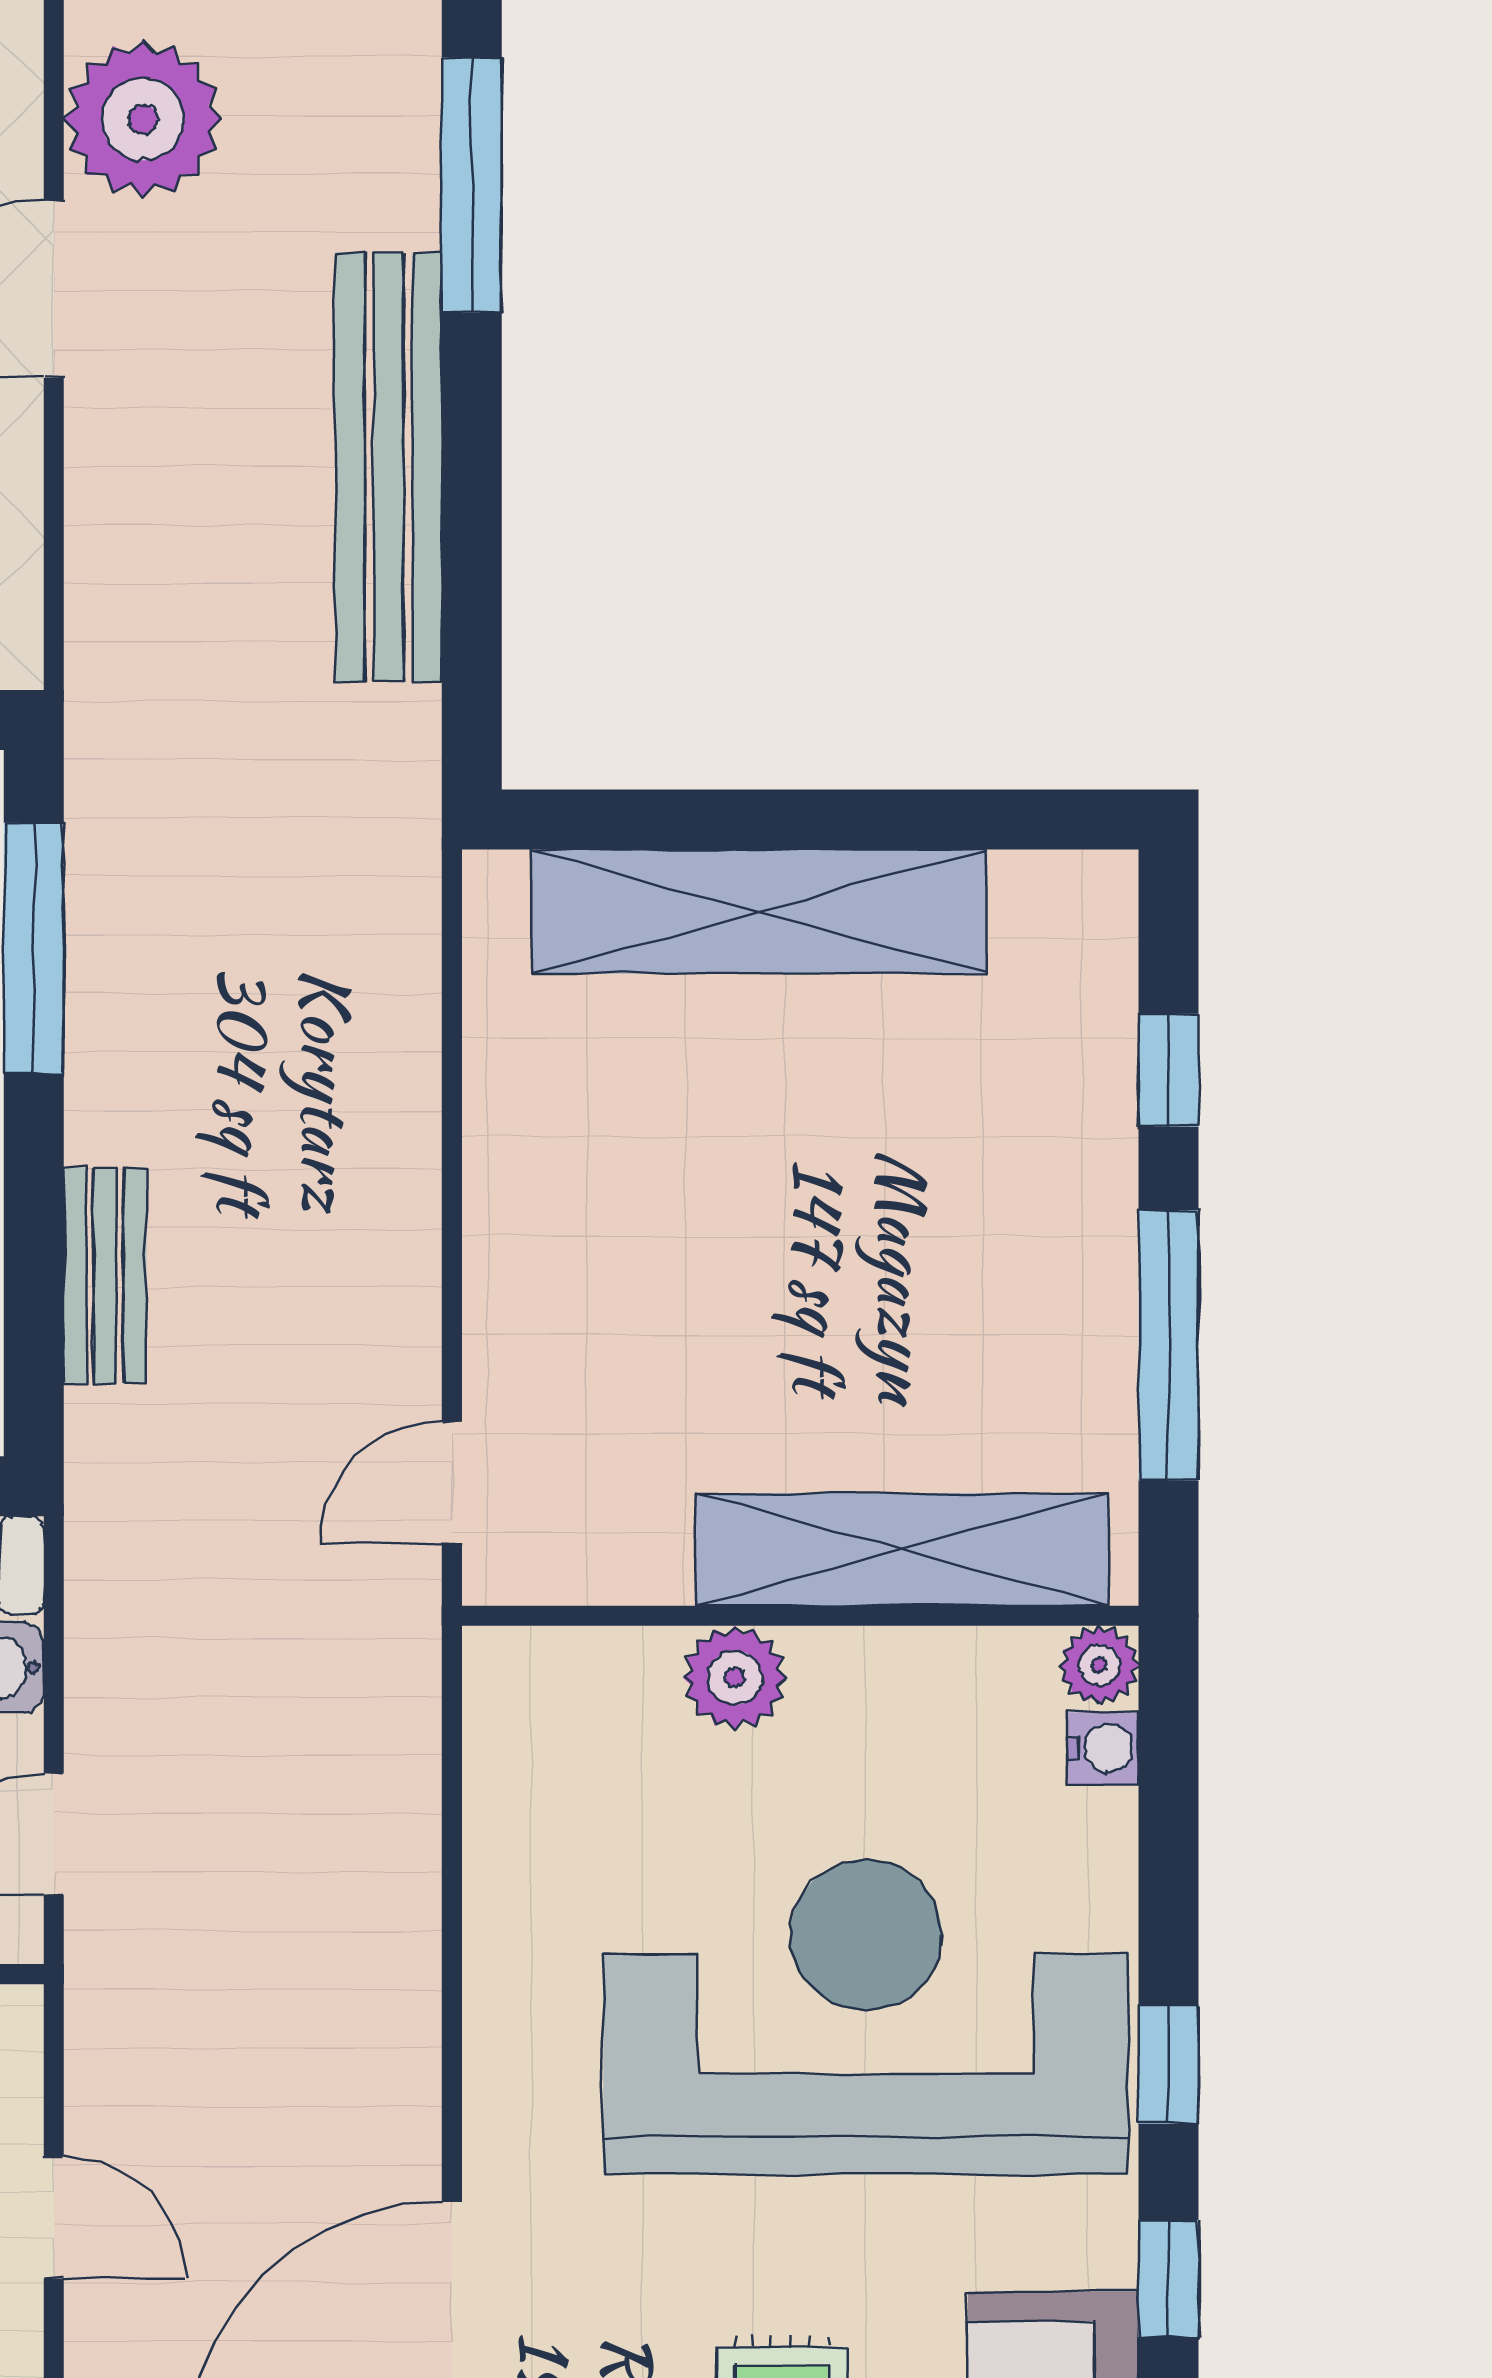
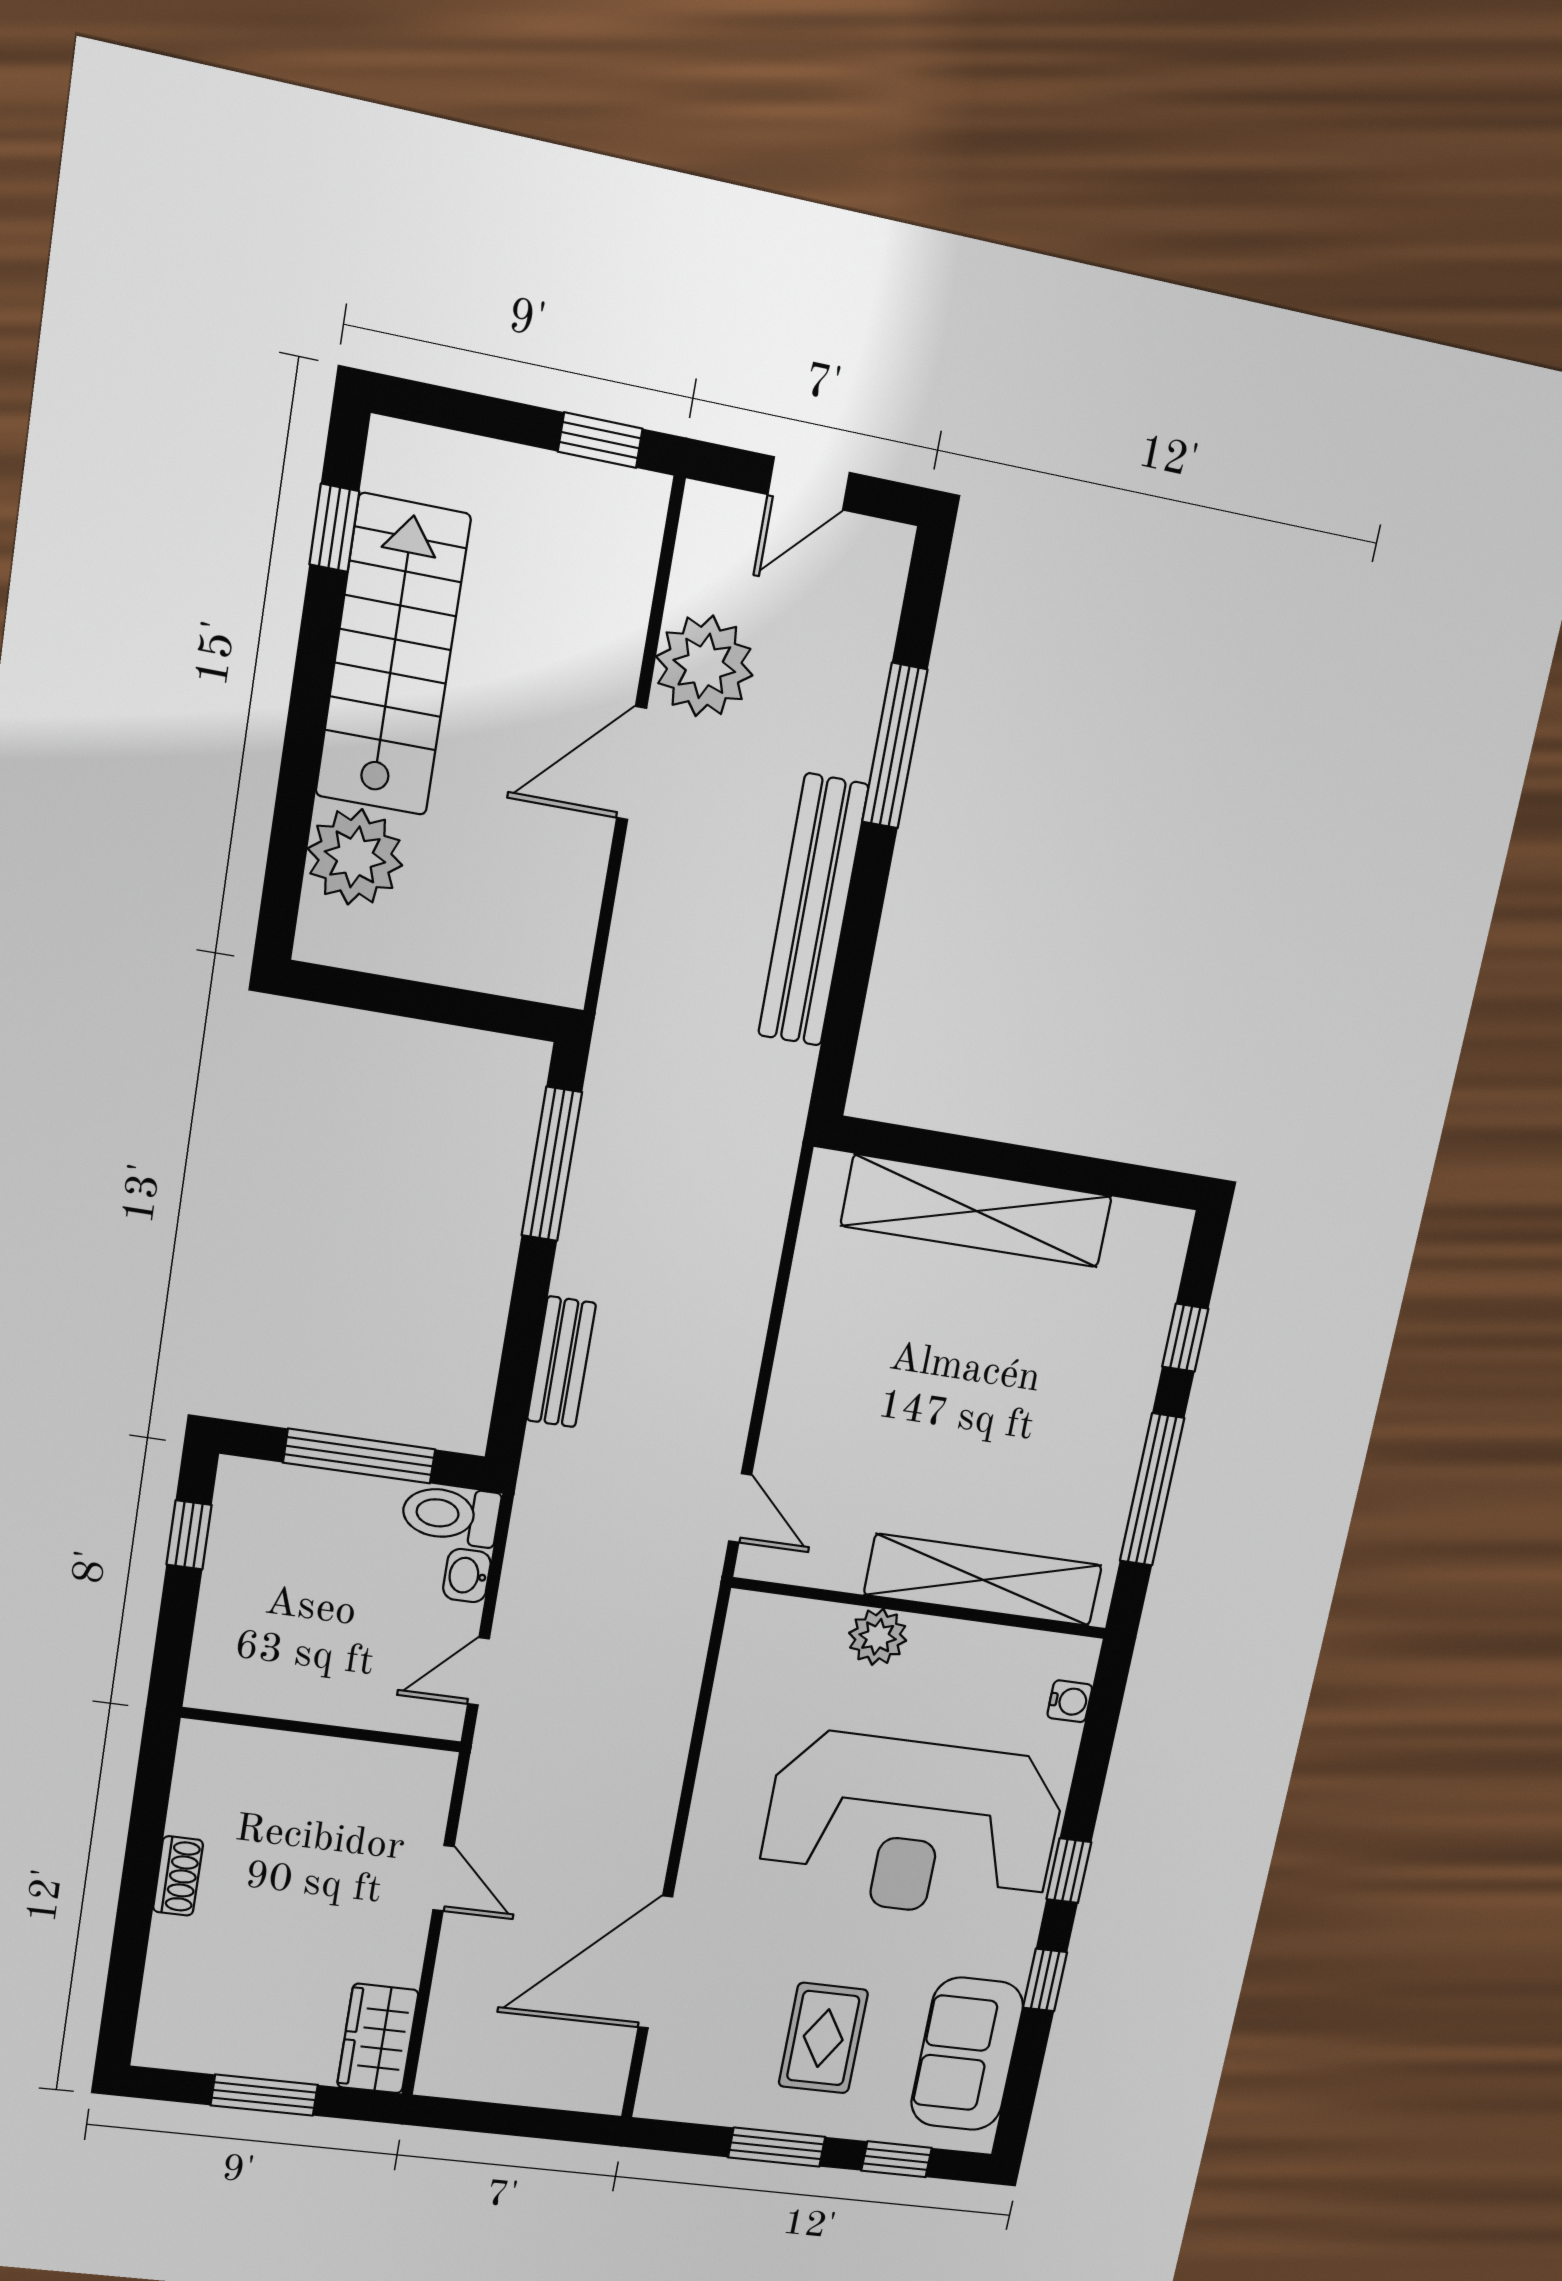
door: (452, 1483) -> (740, 1508), swing flipped
plant: (1099, 1665) -> (1077, 1657), removed
reception desk: (866, 2017) -> (913, 1826), turned 180

